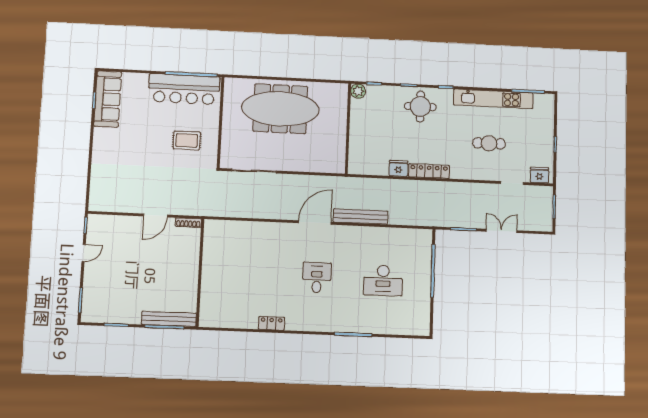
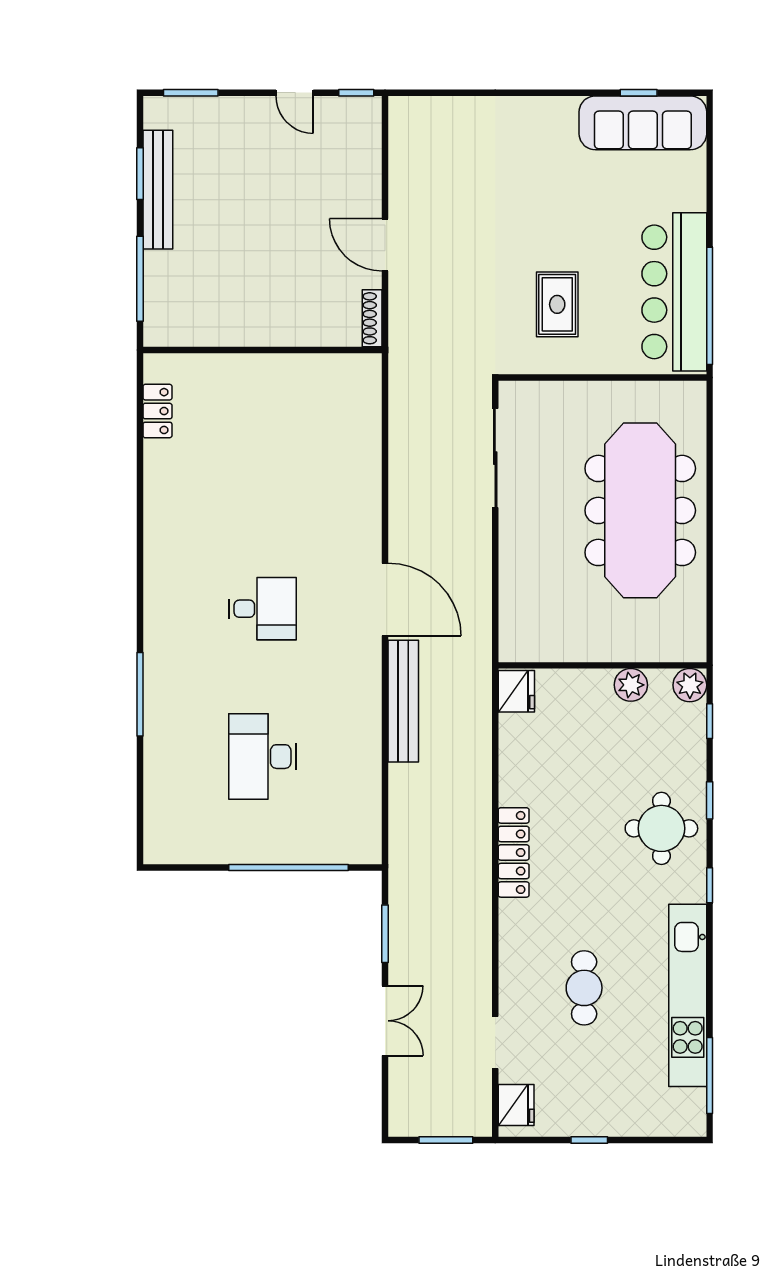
plant: (357, 117) -> (631, 685), added
fridge: (398, 168) -> (516, 691), moved
bench: (169, 319) -> (158, 190), moved
locker: (272, 323) -> (157, 411), moved

